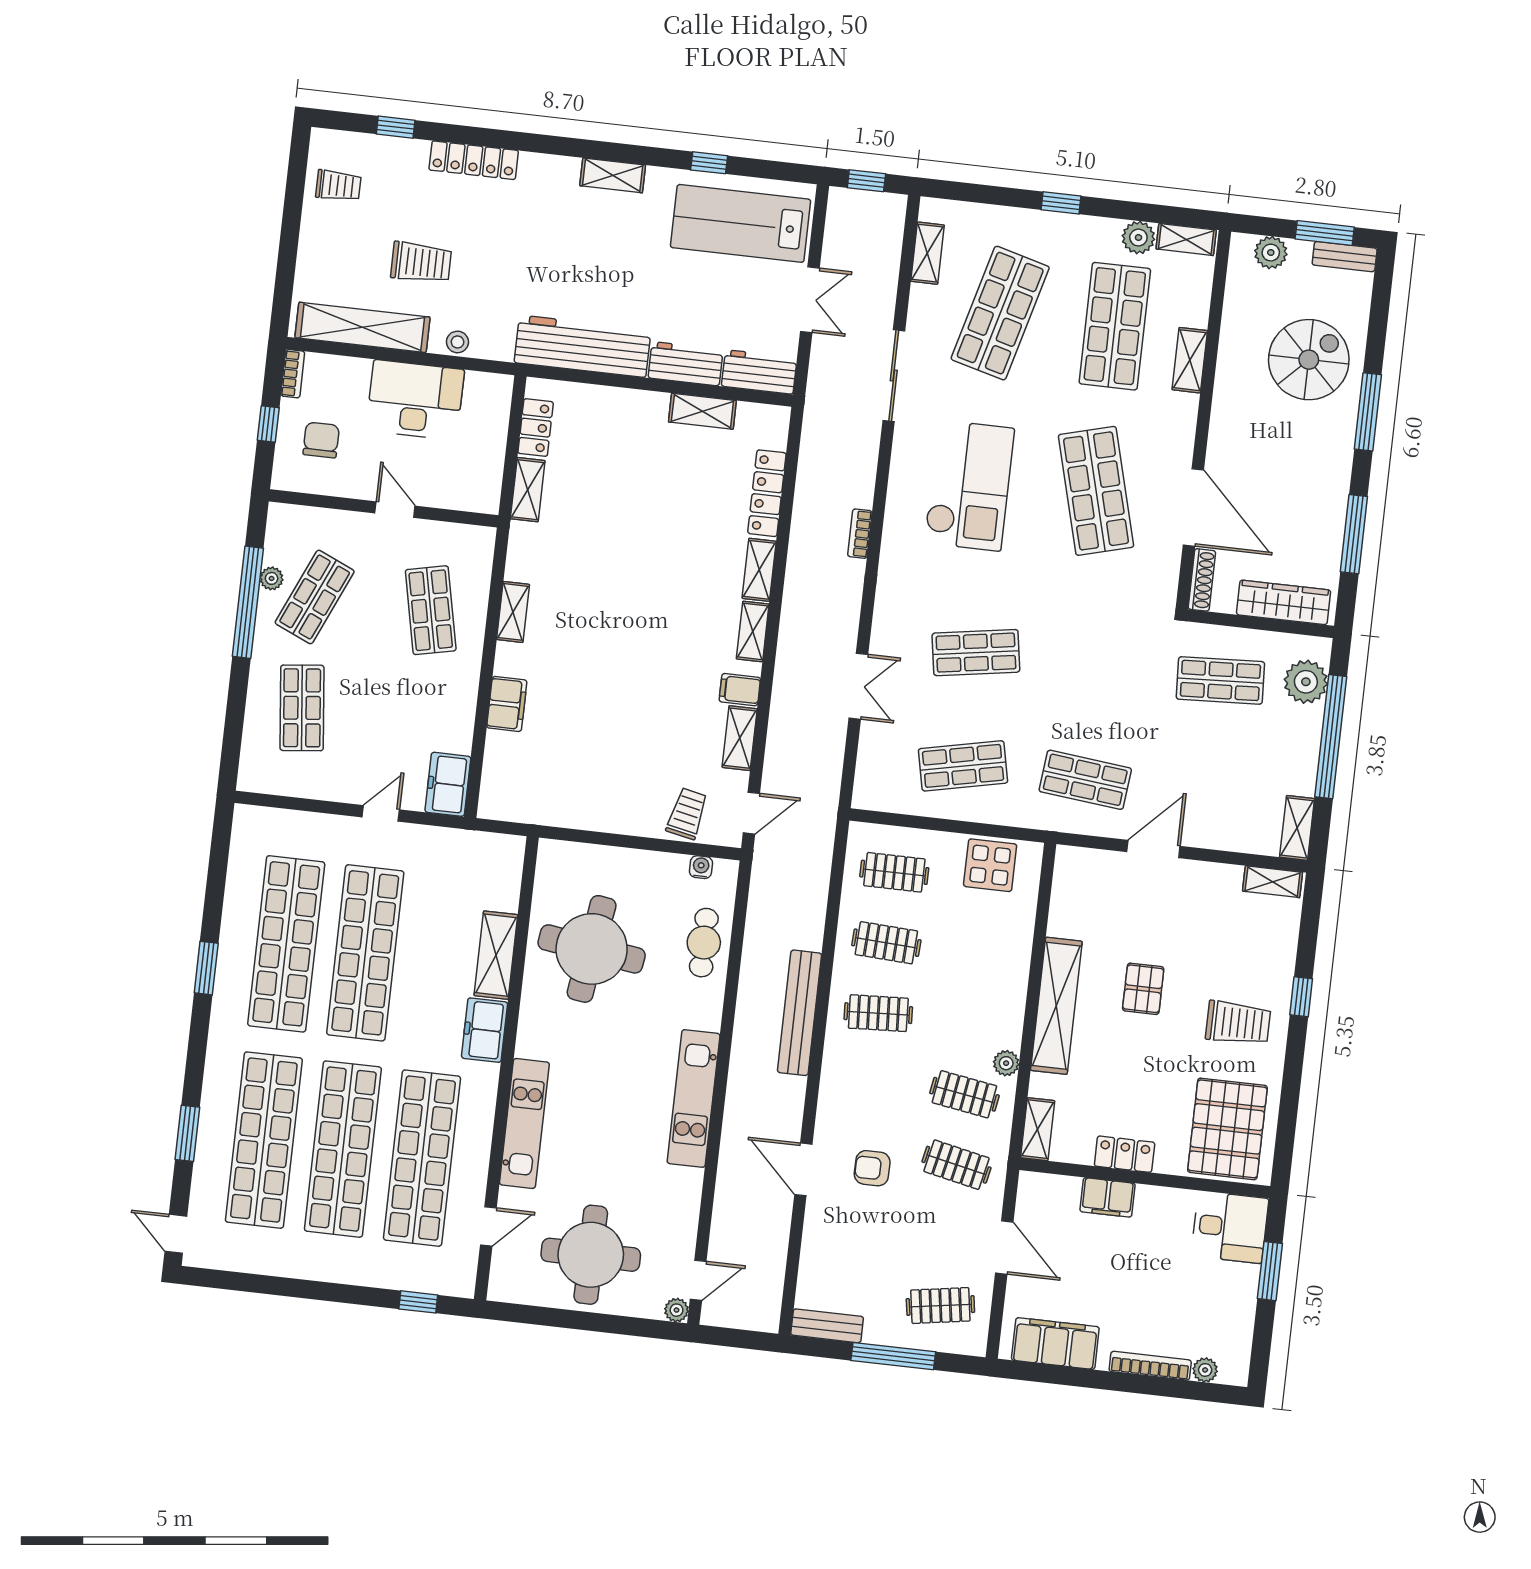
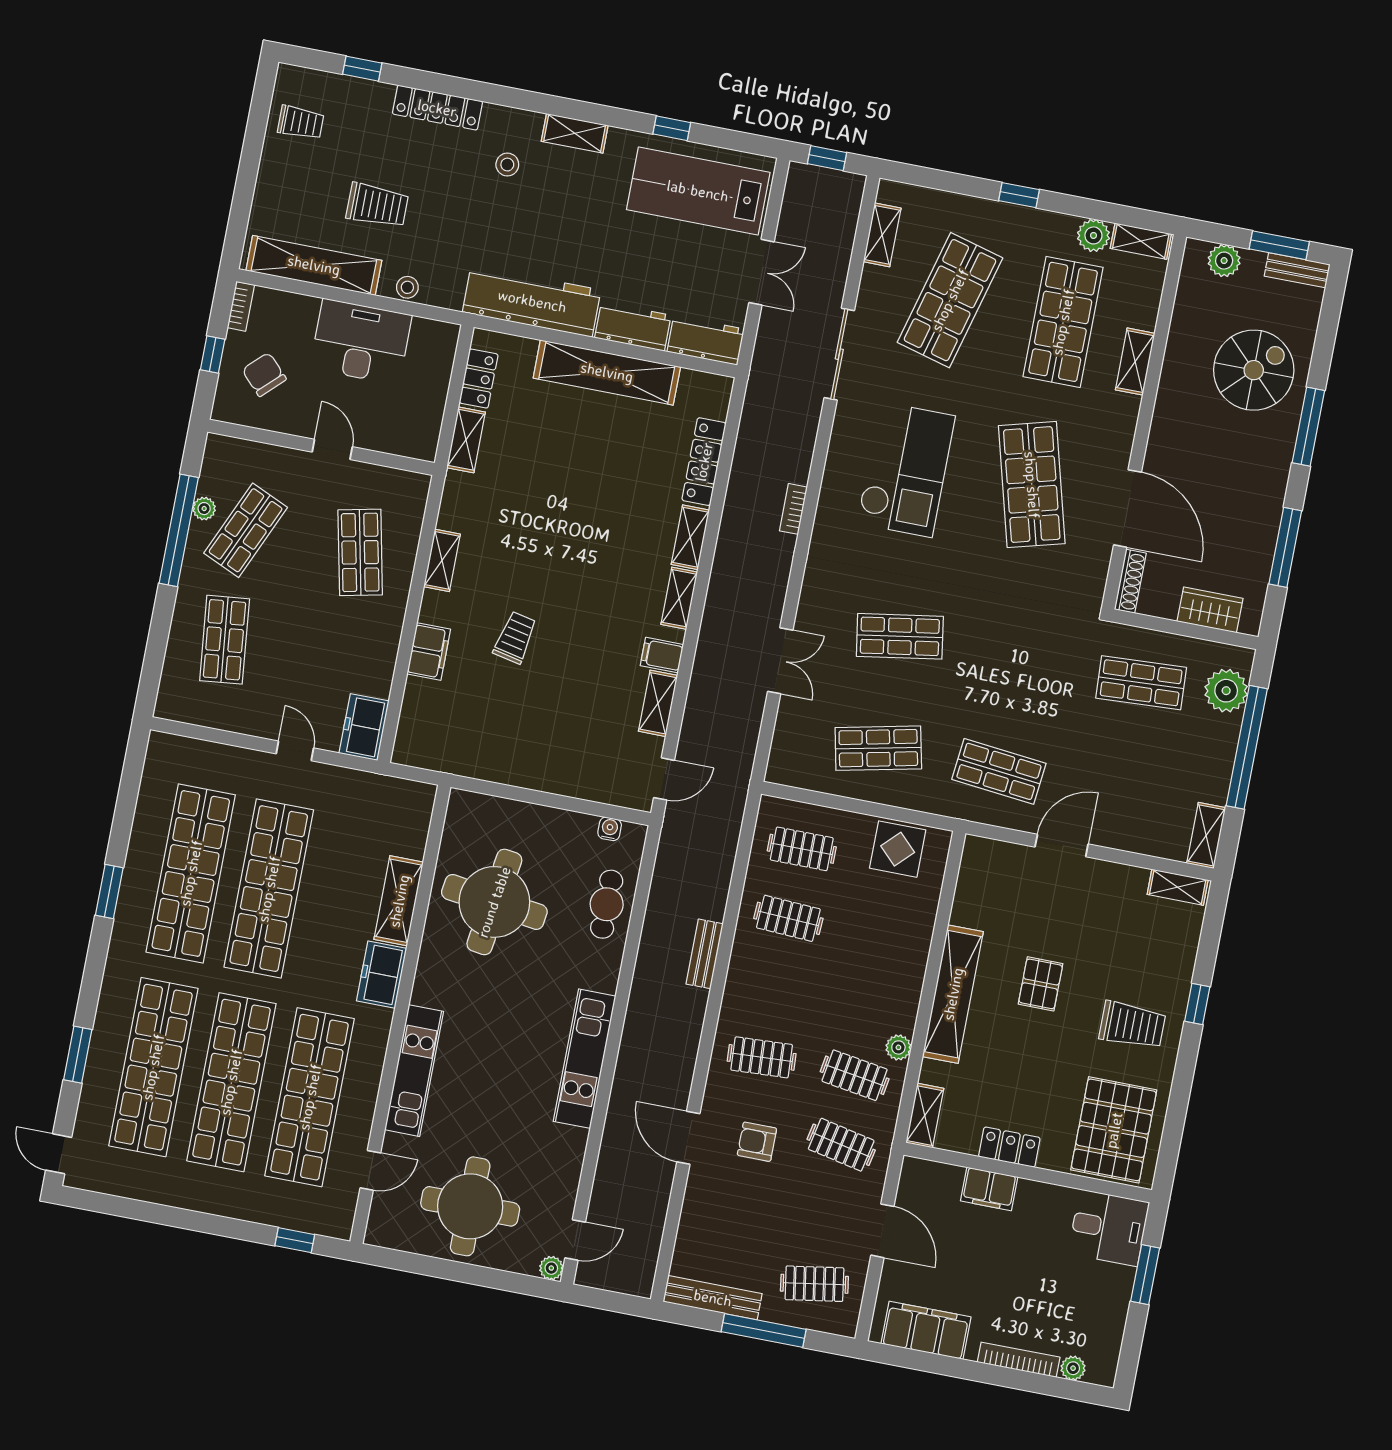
stool: (548, 212) -> (507, 165), added
shelving: (702, 411) -> (607, 372), width x2.20, depth x1.33
chair: (321, 440) -> (264, 374), turned -44
wardrobe: (1284, 602) -> (1210, 610), width x0.67
door: (381, 813) -> (295, 751), hinge flipped
trolley: (687, 814) -> (515, 638), moved
bench: (800, 1013) -> (705, 954), width x0.54, depth x0.82
clothes rail: (878, 1013) -> (762, 1057), moved
bench: (827, 1326) -> (713, 1298), width x1.36

